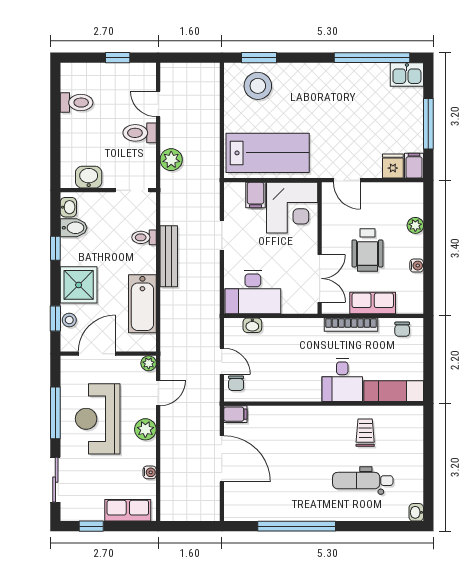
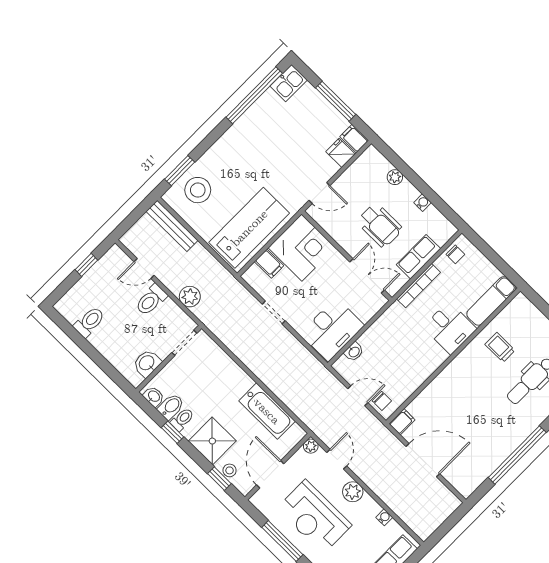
toilet: (144, 237) -> (182, 419), moved, turned 180
bench: (169, 256) -> (172, 226), moved

